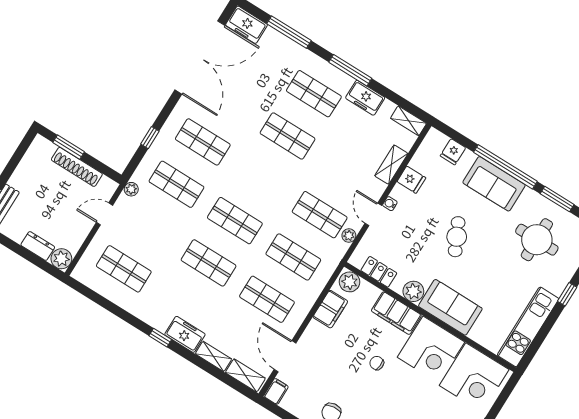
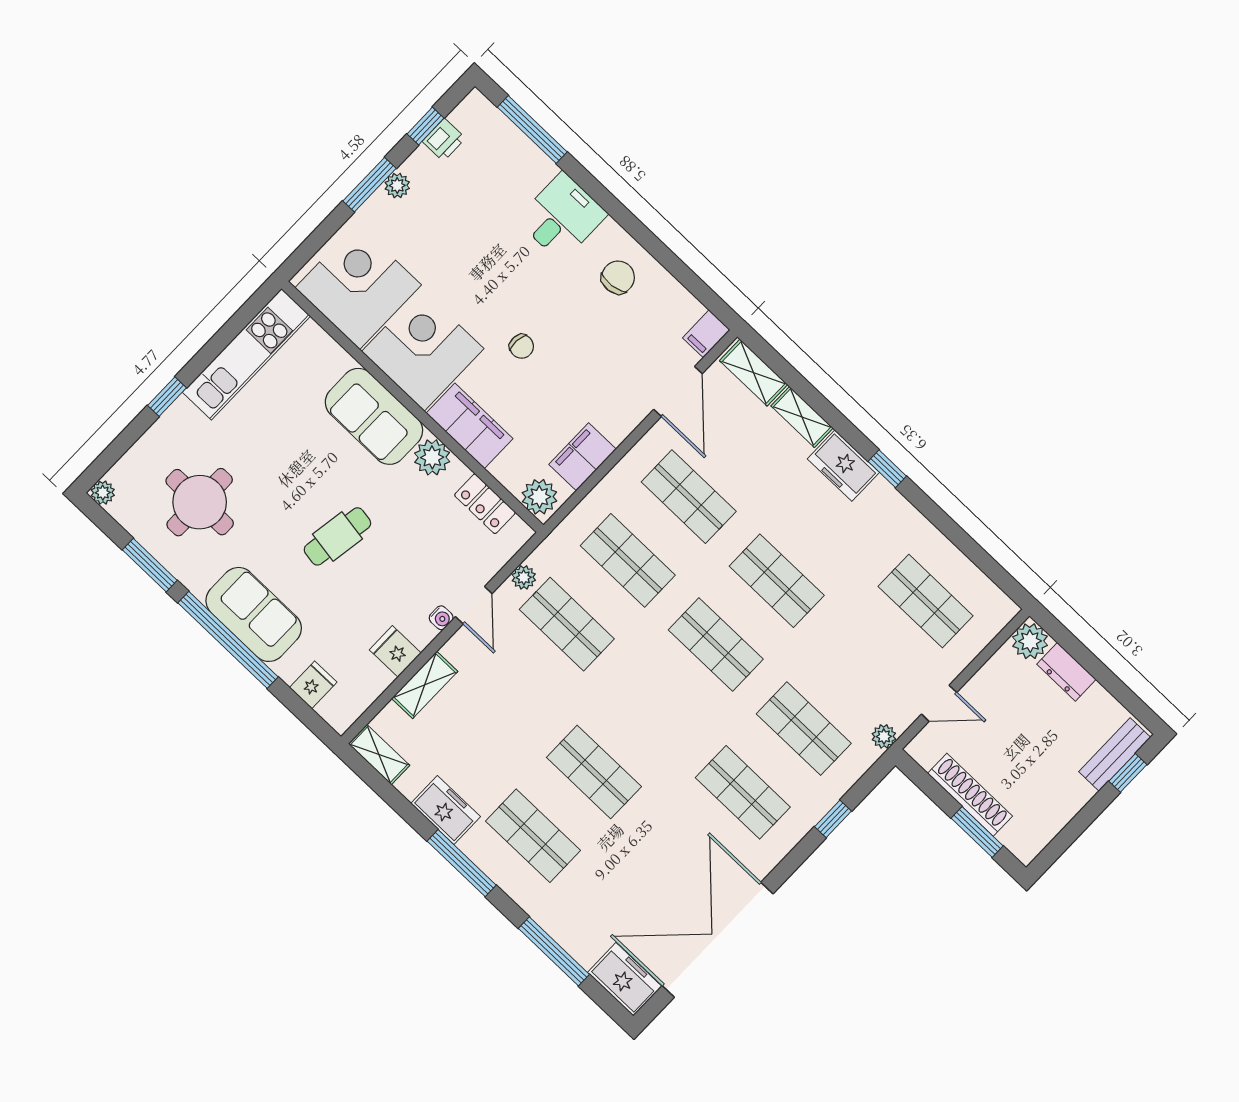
cafe table: (457, 237) -> (337, 536), turned 35

